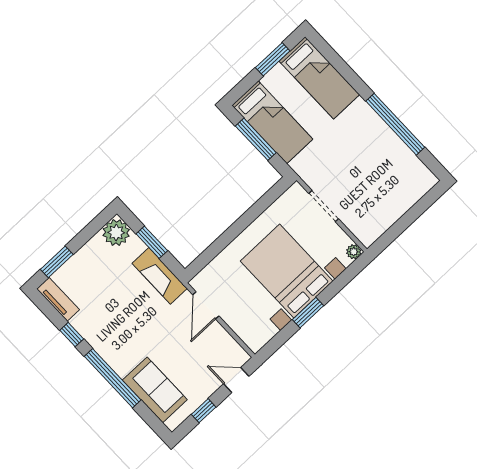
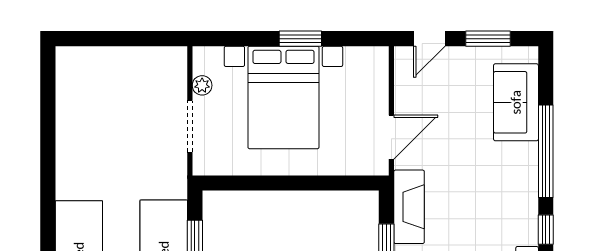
window: (395, 124) -> (48, 140), removed
plant: (354, 252) -> (202, 85), moved
door: (236, 380) -> (429, 39), hinge flipped
window: (204, 411) -> (488, 39), width x1.50

